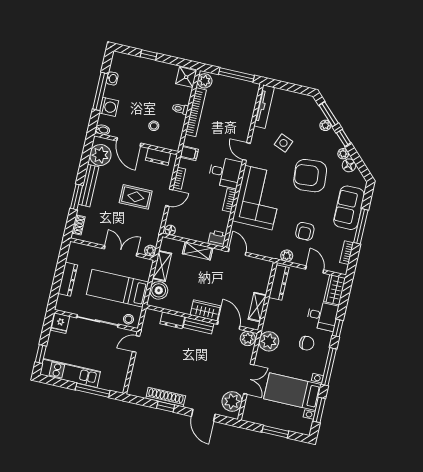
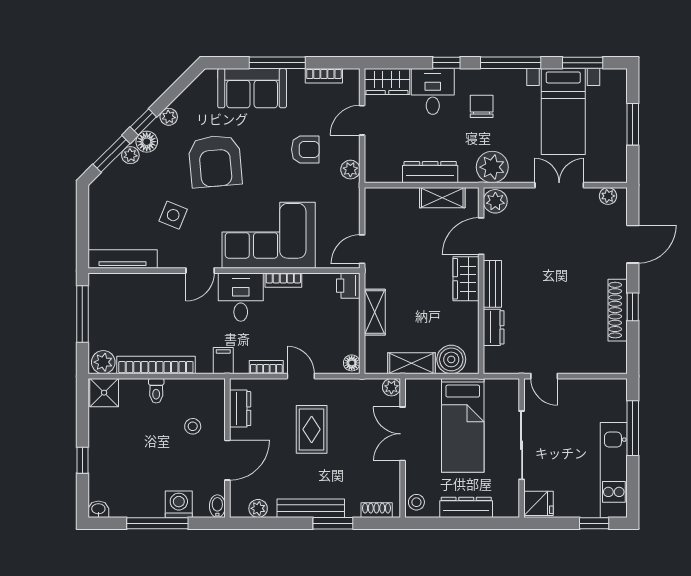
washbasin: (112, 78) -> (98, 509), moved
plant: (100, 155) -> (258, 508), width x0.53, depth x0.53
floor lamp: (349, 165) -> (147, 142), moved
dresser: (279, 282) -> (430, 172), moved
stool: (129, 319) -> (416, 502), moved
plant: (232, 401) -> (608, 196), width x0.53, depth x0.53

